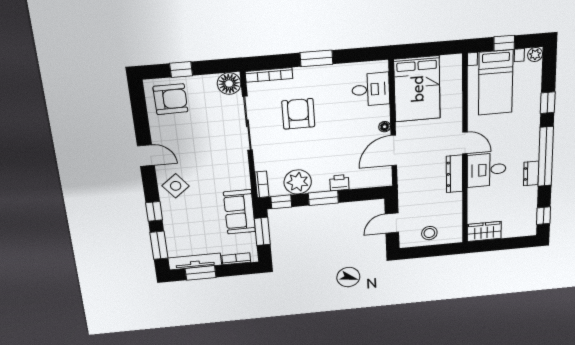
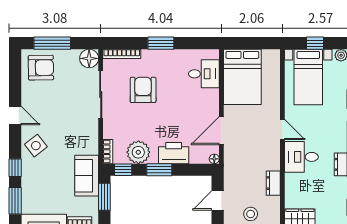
window: (181, 69) -> (52, 43), width x2.17
floor lamp: (385, 127) -> (214, 159), moved
dresser: (454, 174) -> (273, 183), moved, width x0.70
printer: (339, 183) -> (174, 153), width x1.87, depth x1.48

